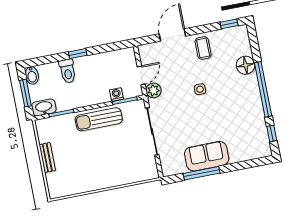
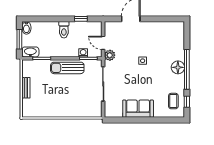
window: (229, 24) -> (172, 19), removed
coffee table: (203, 48) -> (173, 101), moved
window: (78, 54) -> (81, 19), moved
floor lamp: (245, 65) -> (178, 67), moved
toilet: (68, 71) -> (64, 30), moved
door: (141, 75) -> (103, 43), swing flipped
window: (202, 173) -> (132, 120), removed

